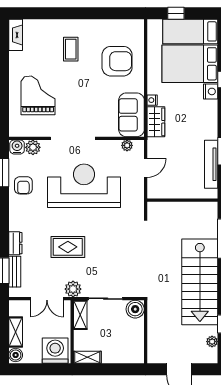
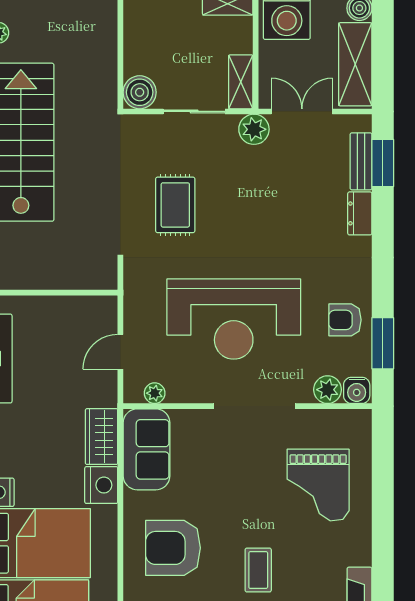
nightstand: (152, 100) -> (101, 485), width x1.89, depth x1.79
armchair: (23, 185) -> (345, 320), turned -90
rug: (68, 247) -> (175, 205), moved, turned 90
shelving: (16, 332) -> (355, 64), width x1.50, depth x1.33

